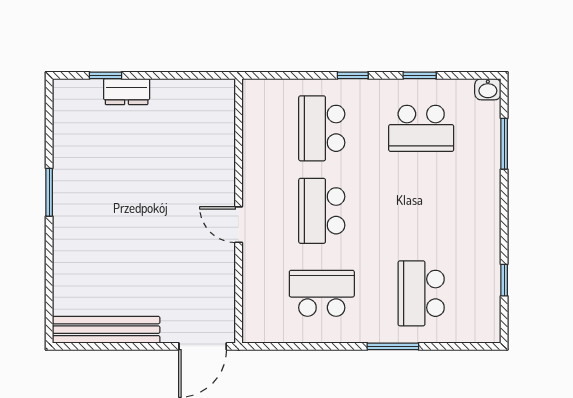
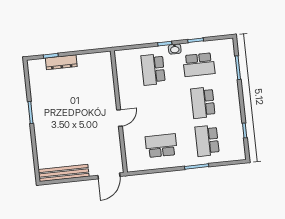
washbasin: (488, 89) -> (175, 49), moved
dresser: (127, 92) -> (61, 62), width x1.44
school desk: (322, 211) -> (203, 103), moved
door: (239, 225) -> (120, 118), swing flipped

